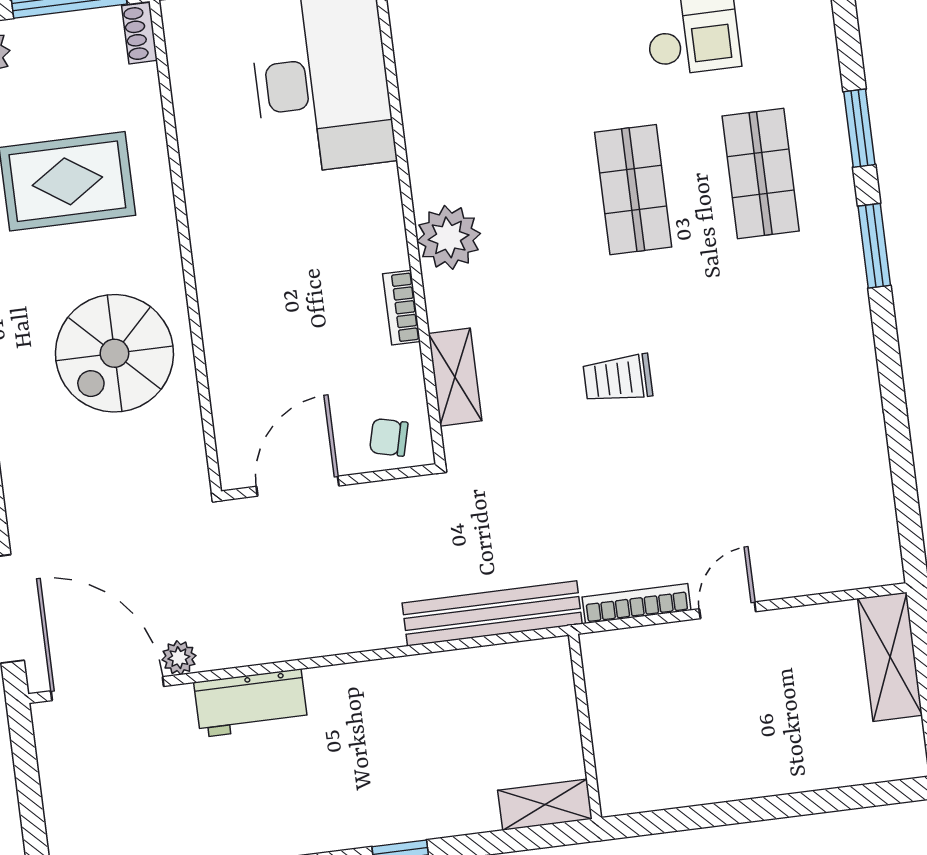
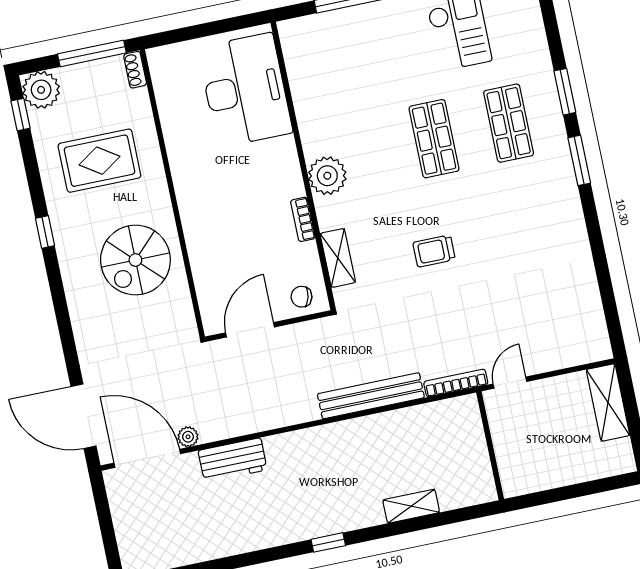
wall: (585, 726) -> (490, 446), moved

